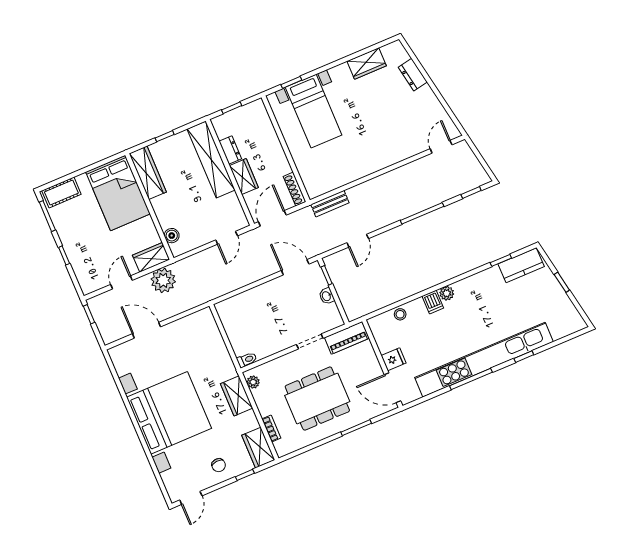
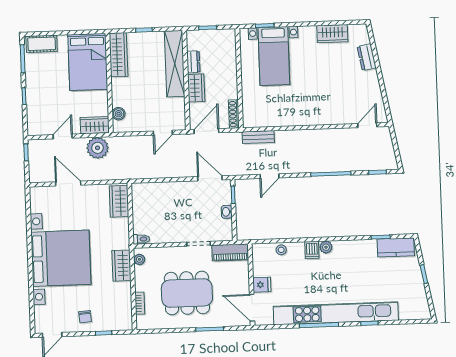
wardrobe: (258, 448) -> (119, 201), moved

